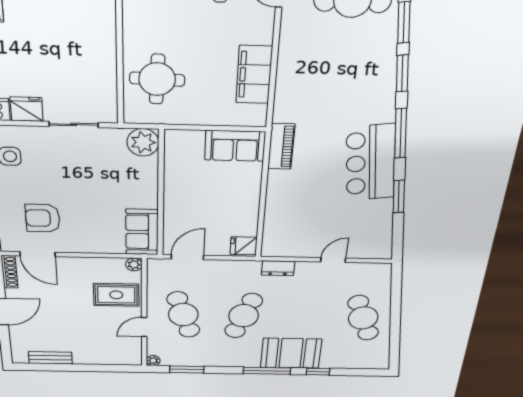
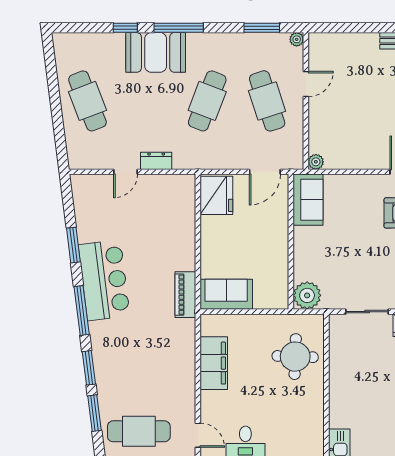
fridge: (244, 246) -> (216, 195), width x1.88, depth x1.34
dresser: (278, 268) -> (156, 161), moved
rug: (116, 295) -> (333, 124), removed

